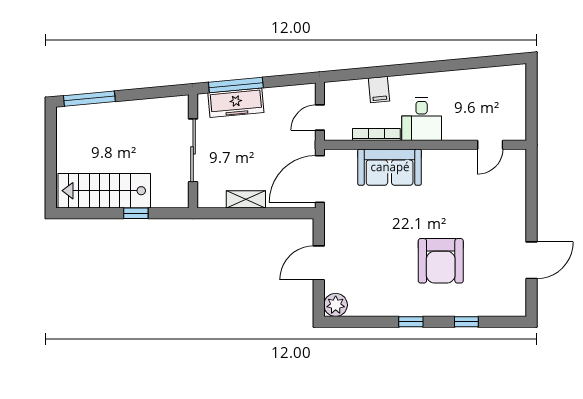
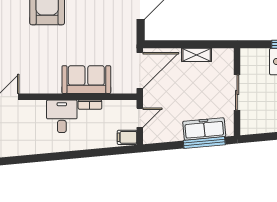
filing cabinet: (379, 90) -> (127, 137), moved, turned -85
bookcase: (376, 134) -> (90, 105), width x0.64
sliding door: (193, 150) -> (237, 92), width x0.73

